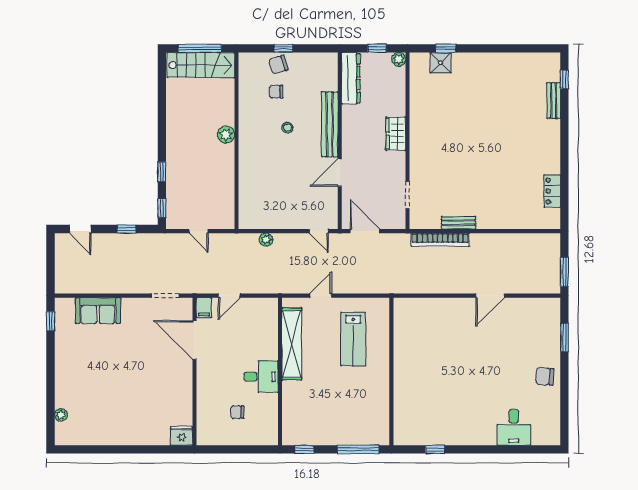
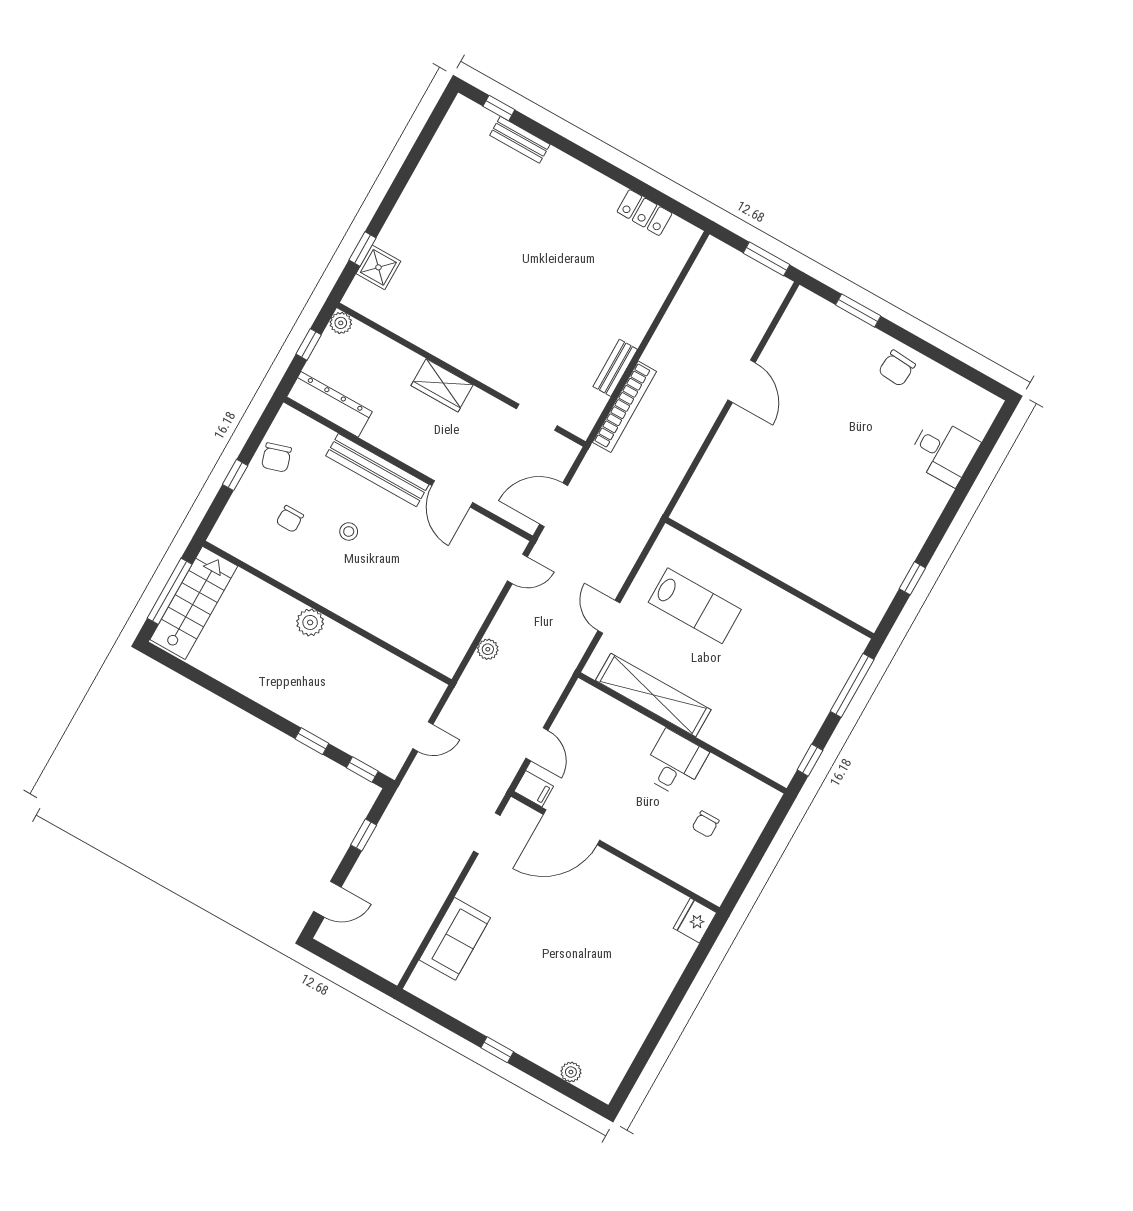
chair: (279, 65) -> (276, 457), moved
window: (50, 321) -> (497, 1050), moved

